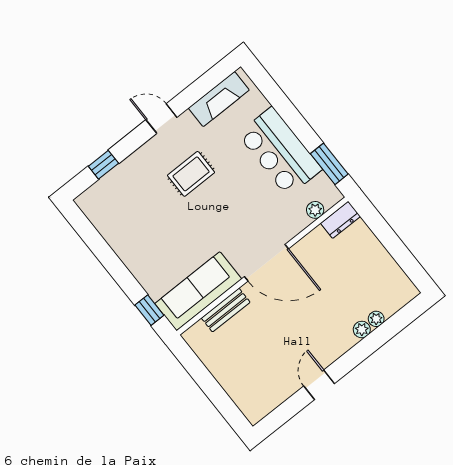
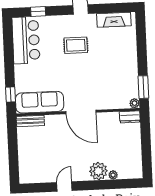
bar counter: (280, 152) -> (26, 40), moved, turned 180
plant: (315, 210) -> (134, 103), moved
bench: (226, 310) -> (30, 121), moved
plant: (362, 330) -> (98, 171), width x1.87, depth x1.87

